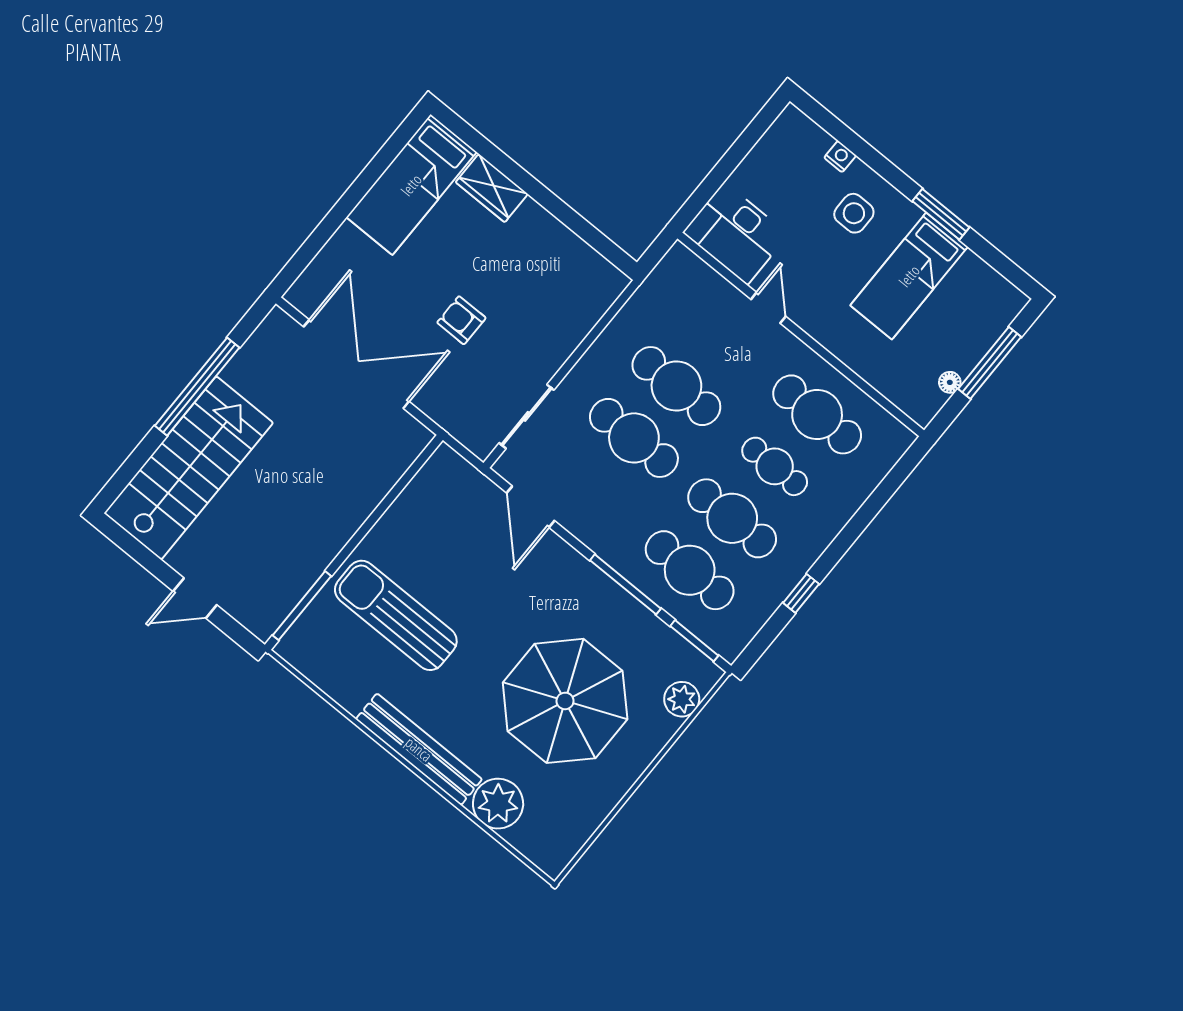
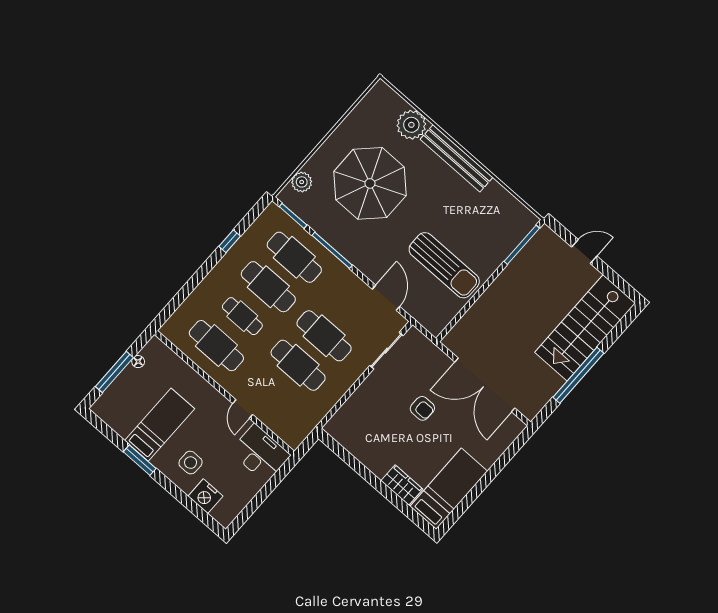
nightstand: (840, 156) -> (205, 496), width x1.89, depth x1.79
sun lounger: (396, 615) -> (444, 265), moved

